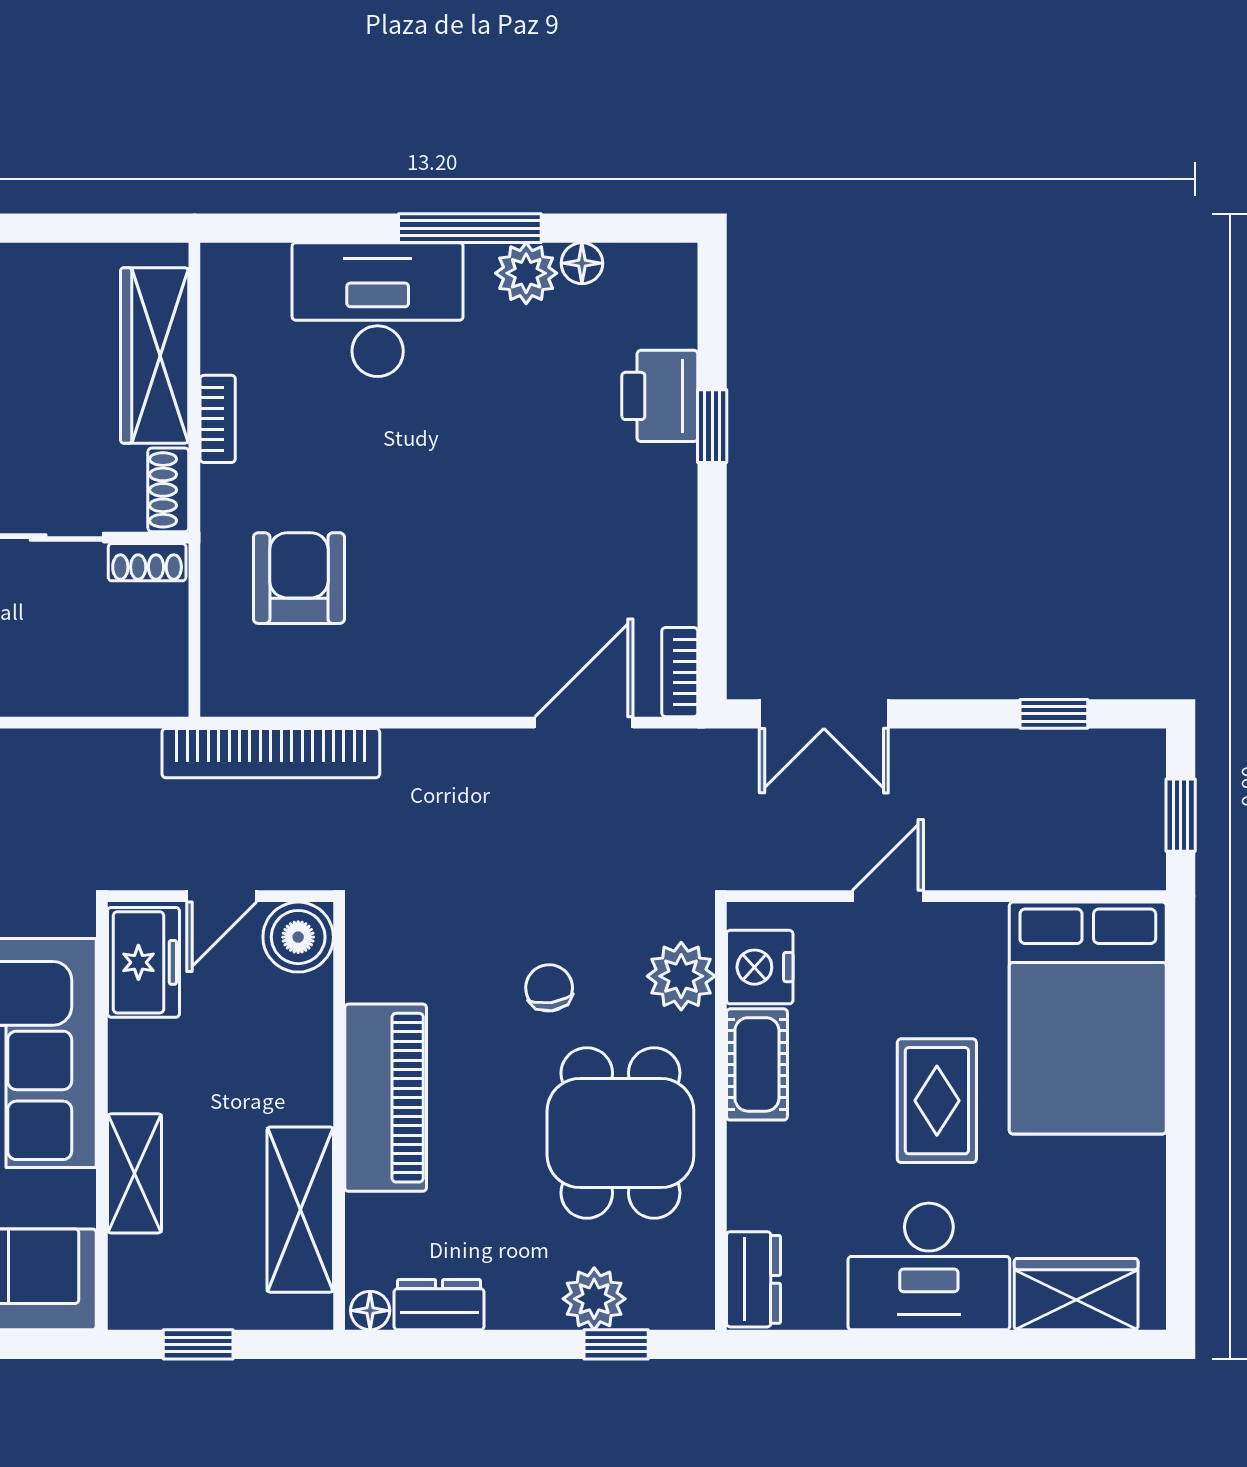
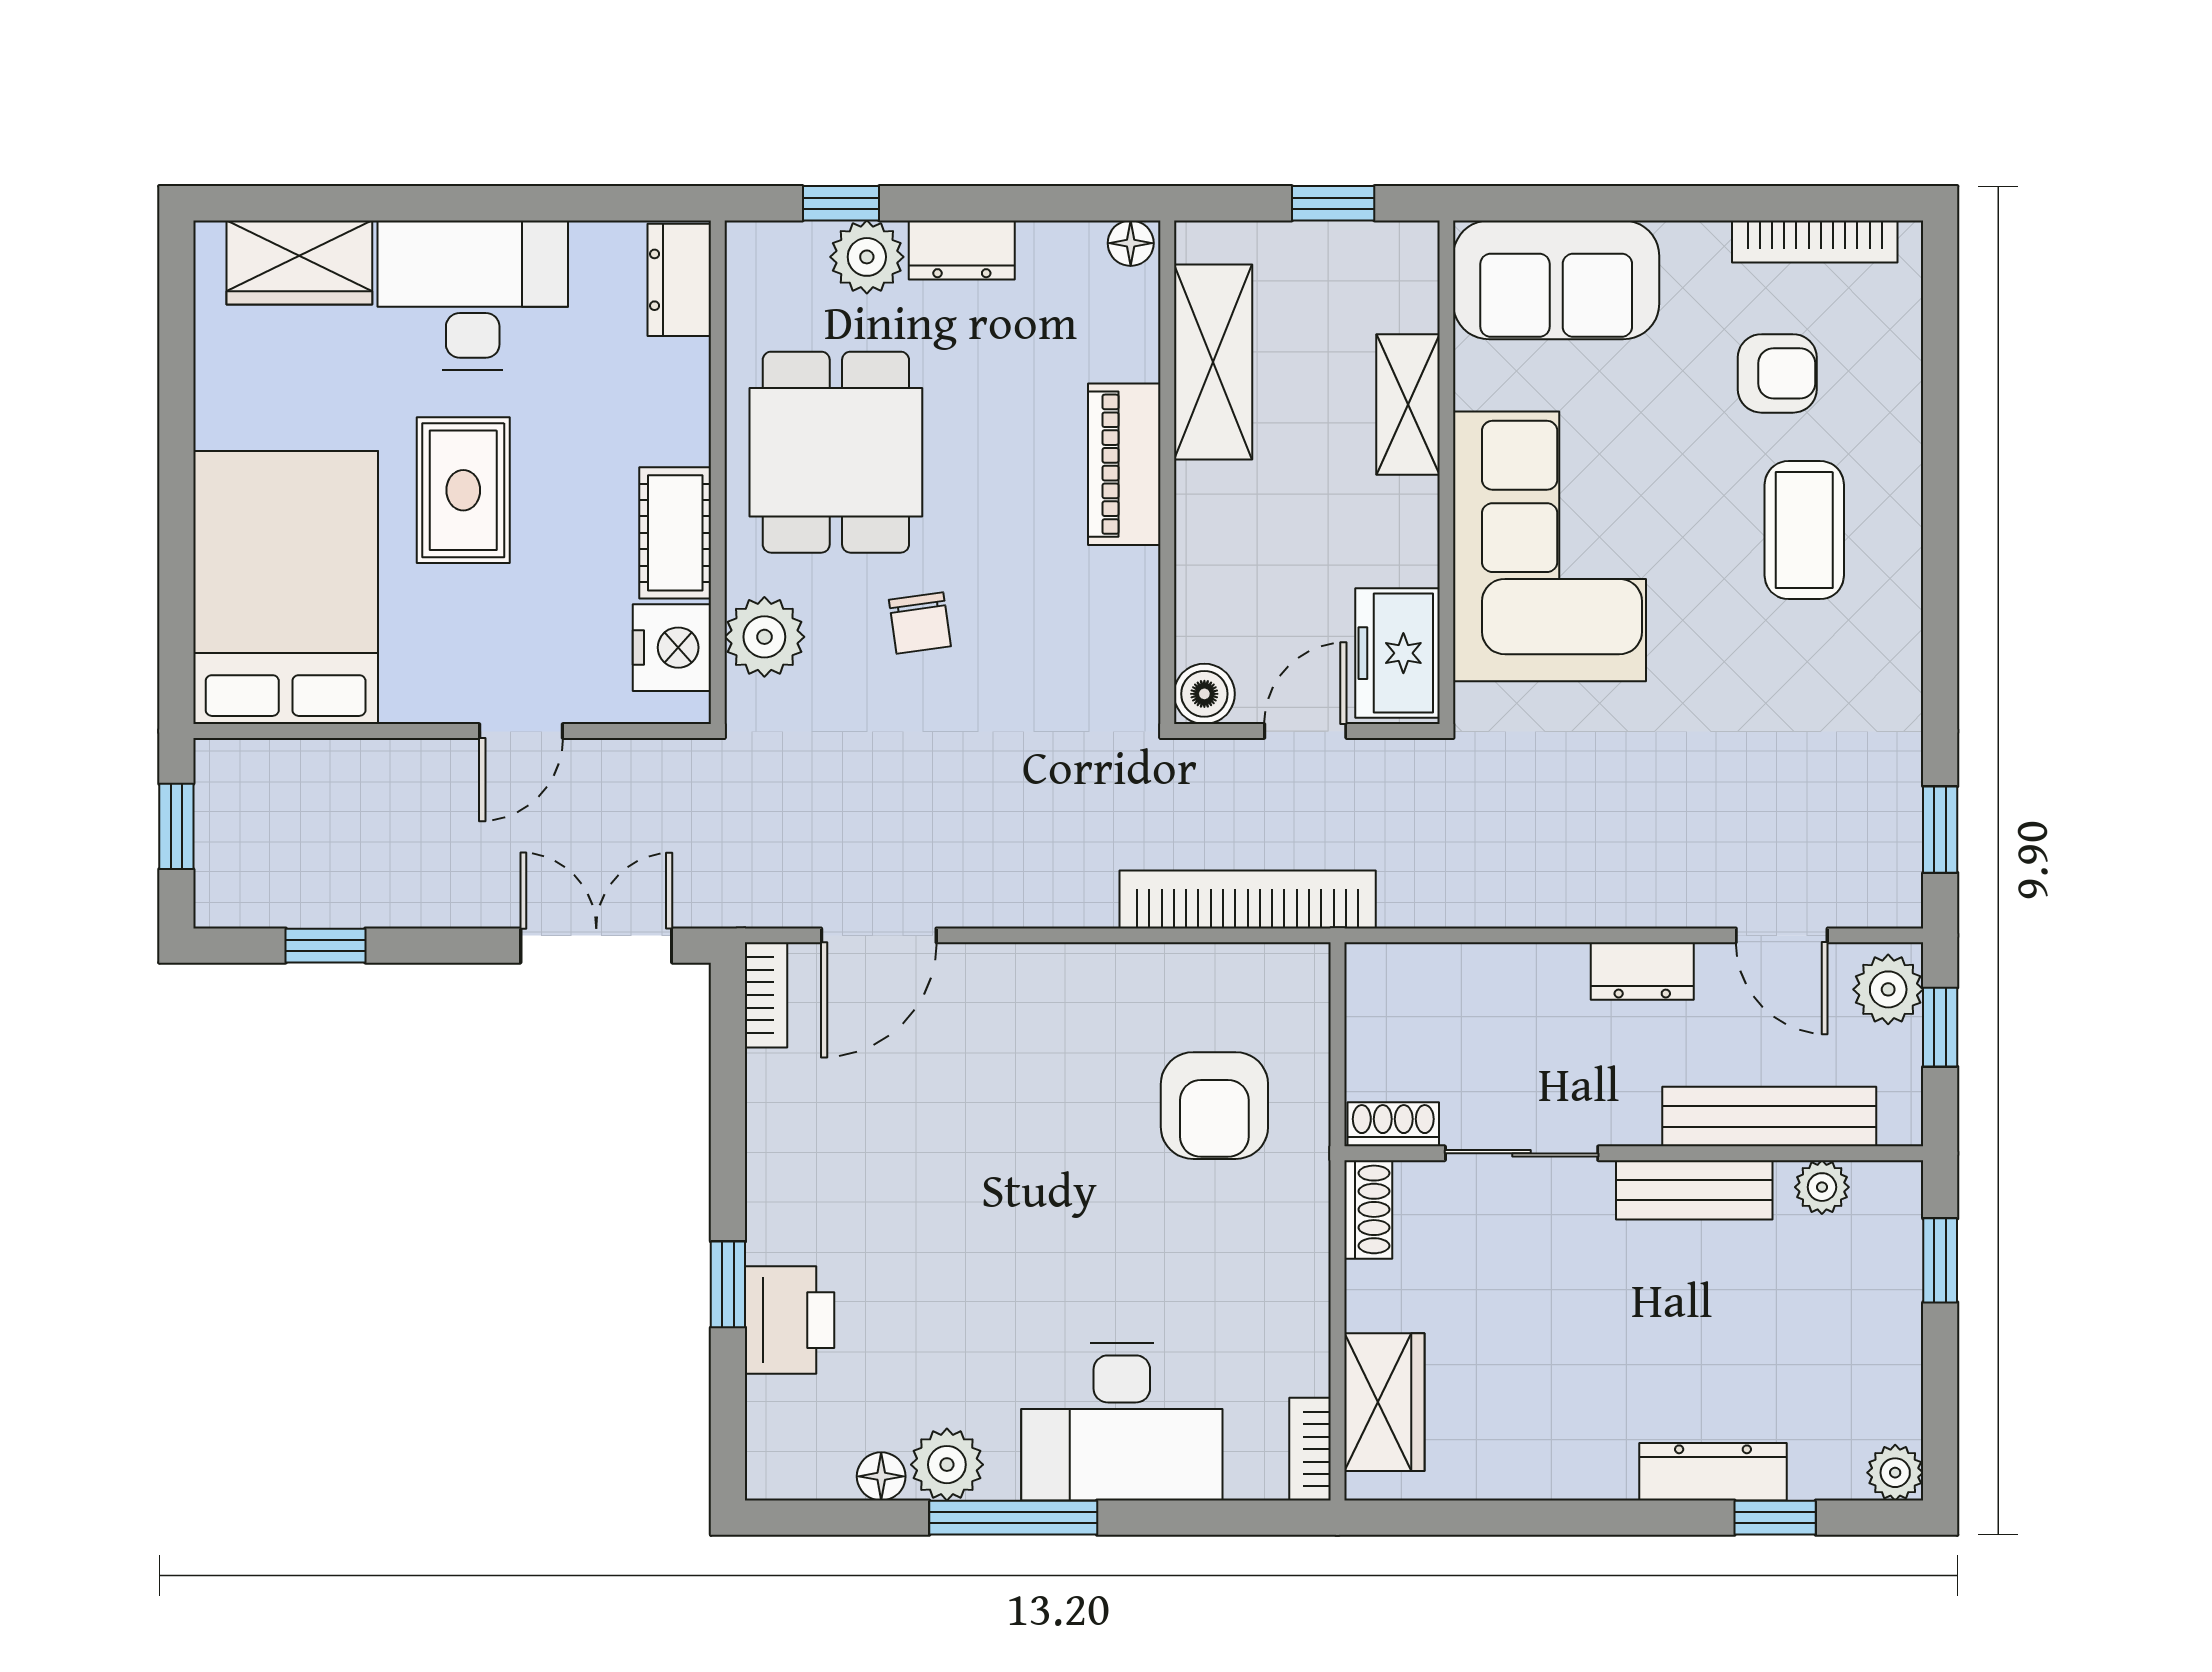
wardrobe: (155, 355) -> (1384, 1402), width x0.67
bookcase: (218, 419) -> (1310, 1449), moved
boiler: (298, 937) -> (1204, 694), width x0.73, depth x0.73
piano: (386, 1098) -> (1124, 464), width x0.73, depth x0.75
dresser: (439, 1305) -> (962, 250), moved

